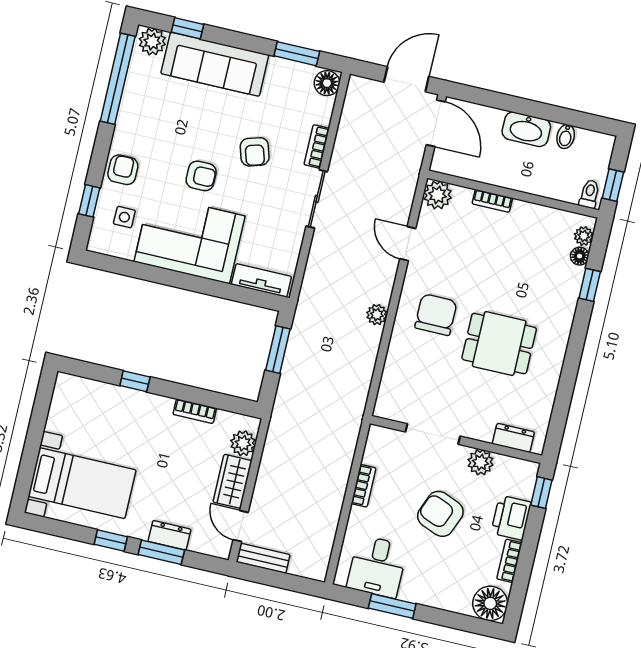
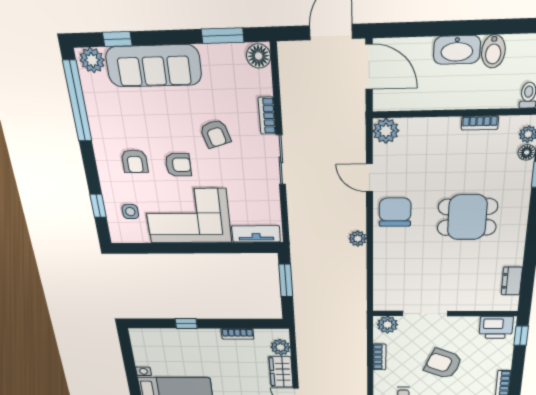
bidet: (566, 136) -> (493, 51), width x1.38, depth x1.36
armchair: (123, 170) -> (135, 161), moved, turned 180
bookcase: (492, 201) -> (480, 123), moved
chair: (436, 315) -> (395, 212), moved
dining table: (499, 344) -> (467, 217), moved
dresser: (513, 438) -> (512, 281), moved, turned -90
plant: (480, 462) -> (387, 325), moved
printer: (511, 518) -> (496, 327), moved, turned -90

